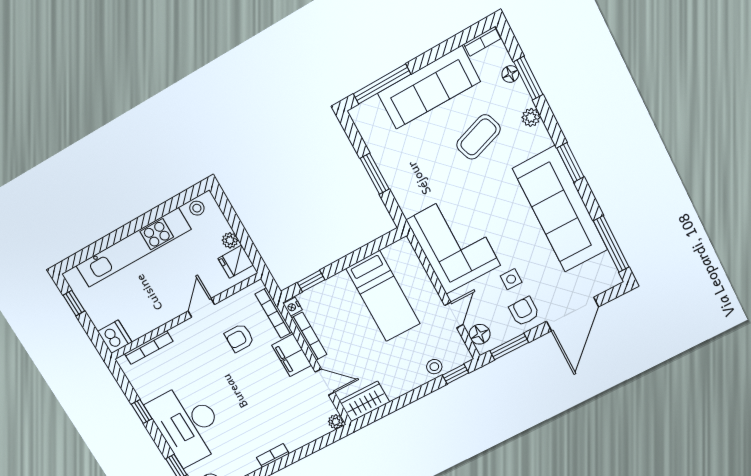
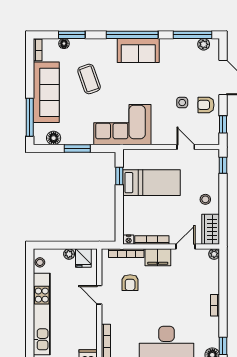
plant: (531, 117) -> (204, 44), moved
window: (570, 162) -> (132, 35), width x2.11
sofa: (560, 209) -> (138, 51), width x0.54, depth x0.79
corner sofa: (453, 243) -> (122, 125), moved
window: (311, 281) -> (119, 176), moved
floor lamp: (480, 334) -> (54, 138), moved
window: (509, 347) -> (223, 124), width x0.67
stool: (434, 367) -> (205, 199), moved

